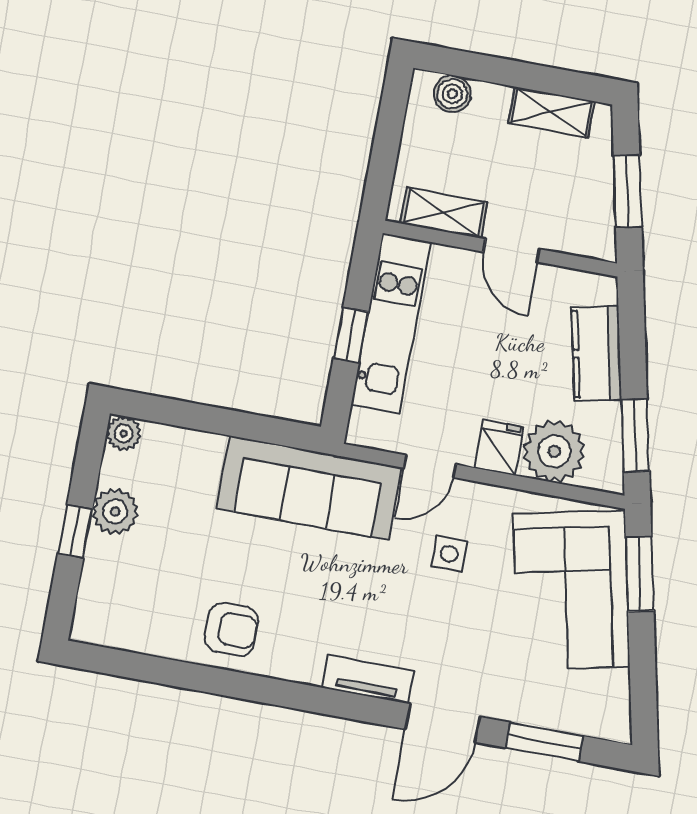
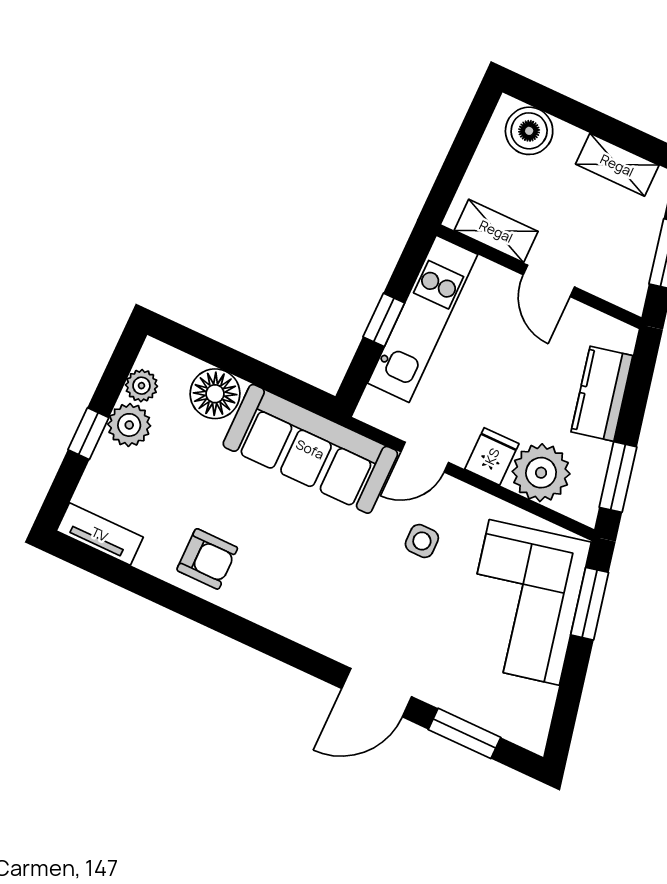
boiler: (452, 94) -> (529, 131), width x1.36, depth x1.36
plant: (124, 433) -> (141, 386), moved
floor lamp: (196, 456) -> (215, 394), added
tv unit: (368, 679) -> (100, 534), moved

